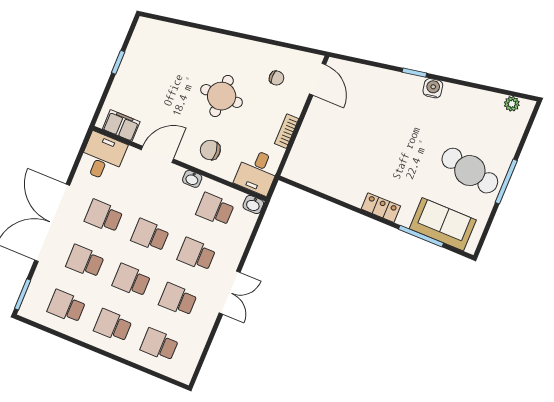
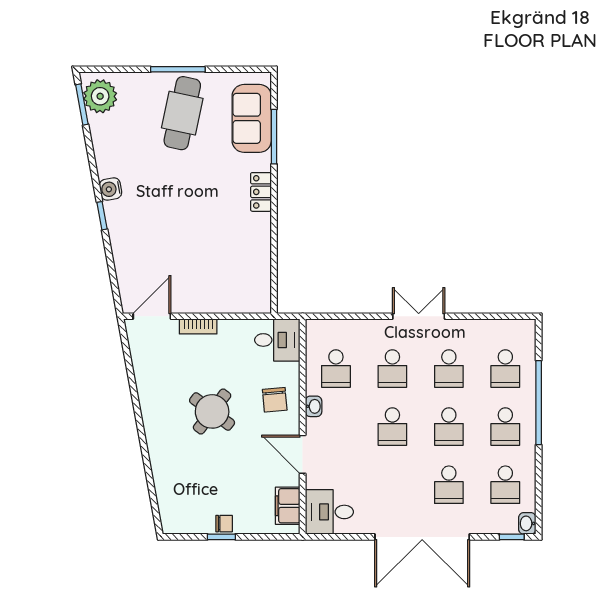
chair: (277, 78) -> (224, 524), moved, turned 90
window: (510, 93) -> (82, 104), added
round table: (222, 96) -> (212, 411), turned 37
plant: (512, 104) -> (100, 96), width x1.88, depth x1.88
bookcase: (287, 131) -> (198, 326), moved
washbasin: (253, 204) -> (527, 523), moved, turned 180
school desk: (104, 216) -> (392, 485), removed
window: (23, 294) -> (512, 537), width x0.67
window: (121, 360) -> (539, 403), added

